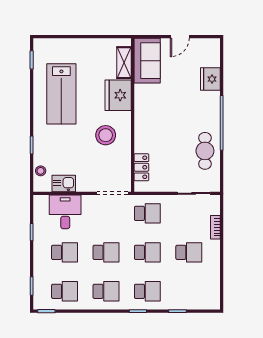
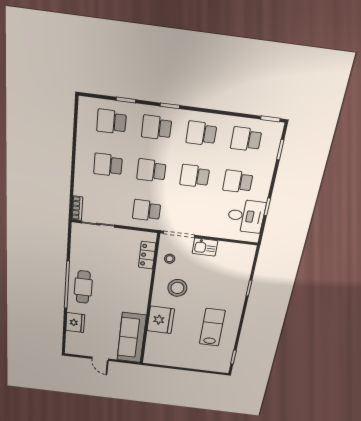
door: (180, 37) -> (100, 359), swing flipped
sofa: (147, 61) -> (132, 338), width x1.36
shelving: (124, 63) -> (152, 345), removed
lab bench: (61, 94) -> (212, 327), width x0.73, depth x0.72
cafe table: (205, 151) -> (83, 287), moved
stool: (41, 171) -> (170, 259), moved
kitchen sink: (64, 184) -> (205, 247), moved
desk: (65, 212) -> (246, 216), moved, turned -90
bookcase: (215, 227) -> (77, 208), moved
school desk: (189, 291) -> (112, 122), added

